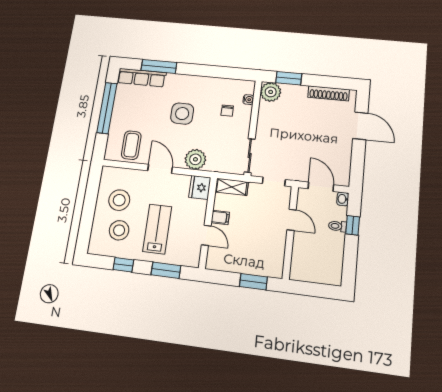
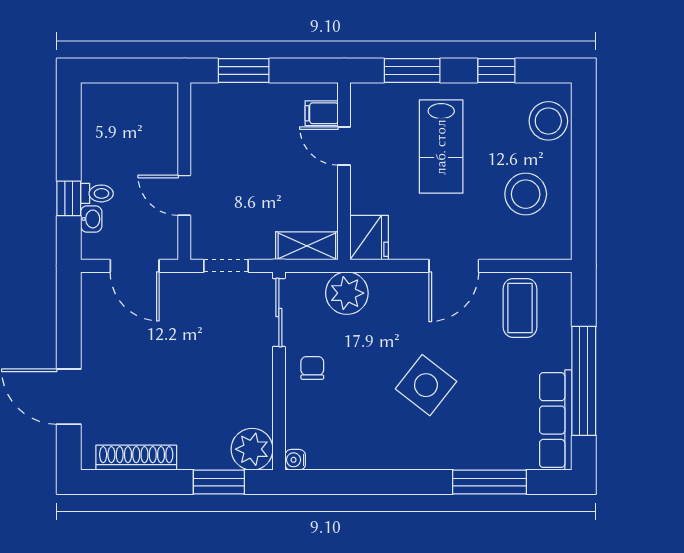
row of seats: (142, 78) -> (556, 420), moved, turned -90
water cooler: (248, 100) -> (295, 460), moved
chair: (227, 111) -> (312, 368), moved
side table: (182, 114) -> (426, 385), turned 38
plant: (195, 159) -> (347, 293), moved
door: (160, 169) -> (454, 266), hinge flipped
washbasin: (343, 199) -> (91, 219), moved
filing cabinet: (220, 217) -> (322, 113), moved
stool: (119, 230) -> (548, 121), moved

